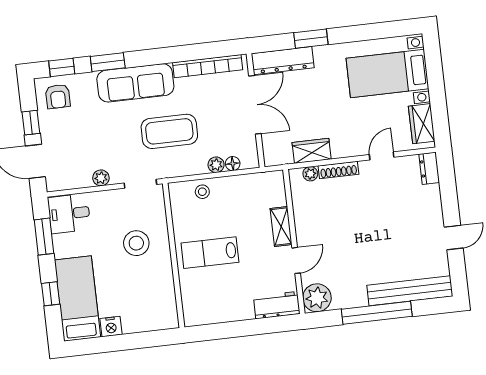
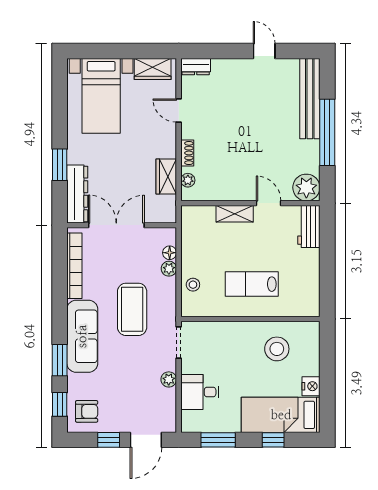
shoe rack: (338, 170) -> (187, 153), width x0.70
desk: (69, 214) -> (200, 392), moved, turned 90
stool: (136, 243) -> (277, 349), moved
lab bench: (210, 253) -> (252, 284), turned 90

